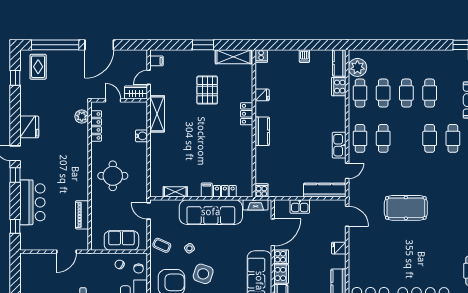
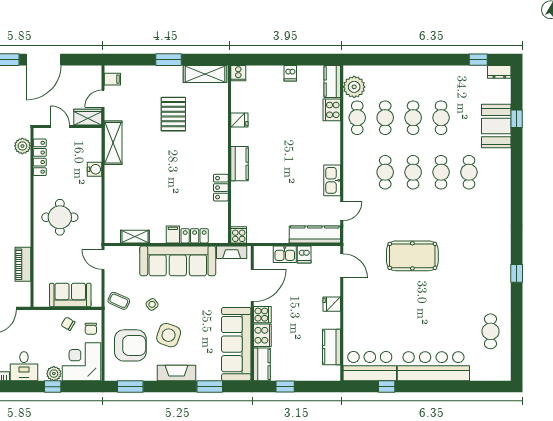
locker: (247, 114) -> (221, 188), moved
cafe table: (360, 138) -> (413, 172), moved
dishwasher: (316, 207) -> (304, 254), added

